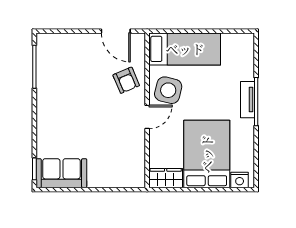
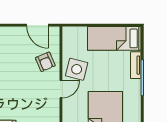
bed: (185, 49) -> (114, 38), moved, turned 180
tv unit: (248, 100) -> (136, 65), moved

